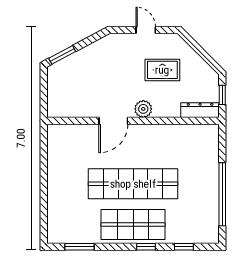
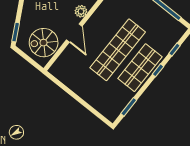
spiral stairs: (75, 95) -> (44, 43), added

